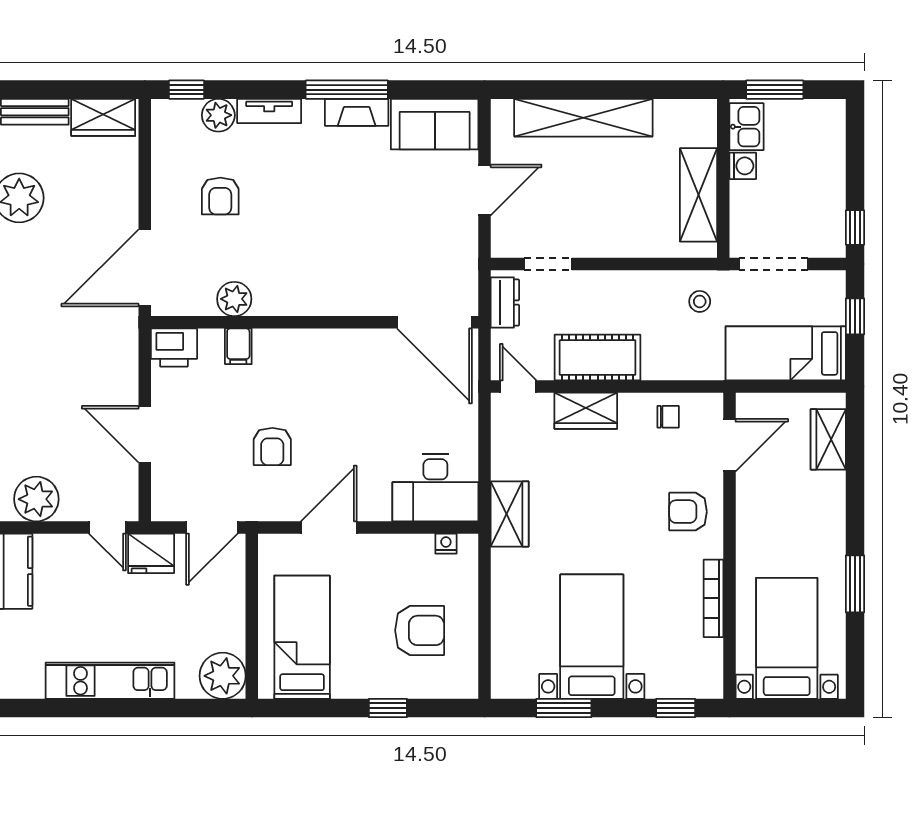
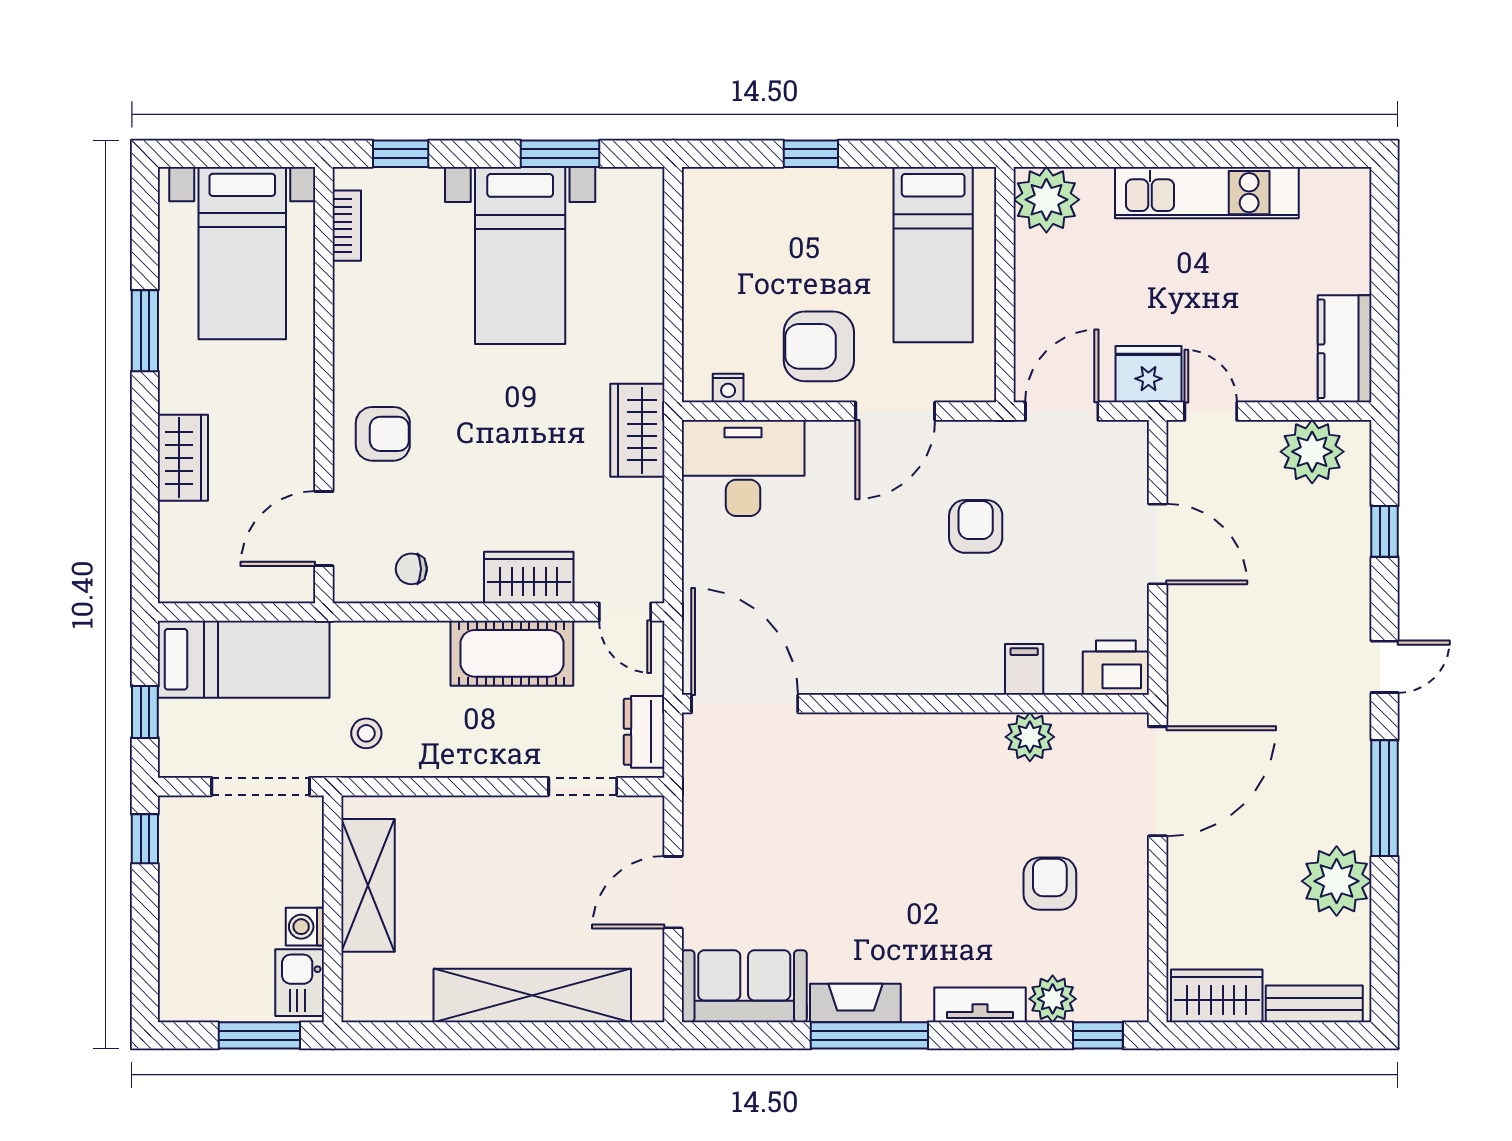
wardrobe: (828, 439) -> (183, 458), moved
bookcase: (713, 598) -> (347, 226), moved, width x0.64
armchair: (420, 630) -> (819, 346), moved

